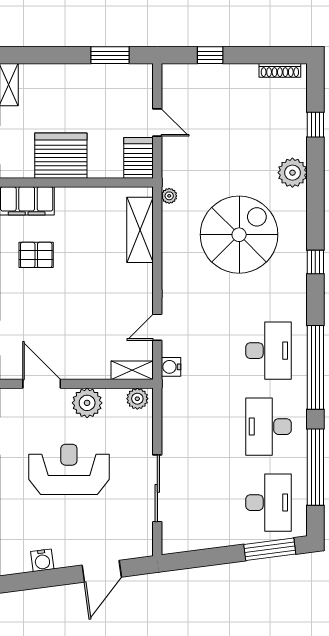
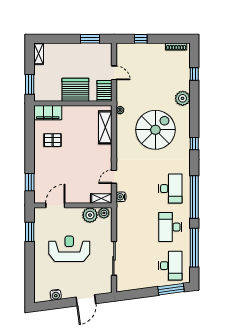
server rack: (61, 156) -> (75, 90), moved
door: (42, 384) -> (55, 205), hinge flipped
plant: (87, 403) -> (90, 215), moved

